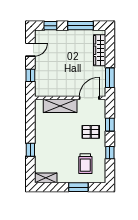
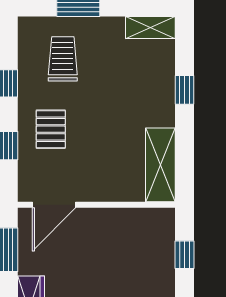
shelving: (60, 106) -> (160, 165), moved, turned 90
pallet: (91, 132) -> (51, 129), turned 90

